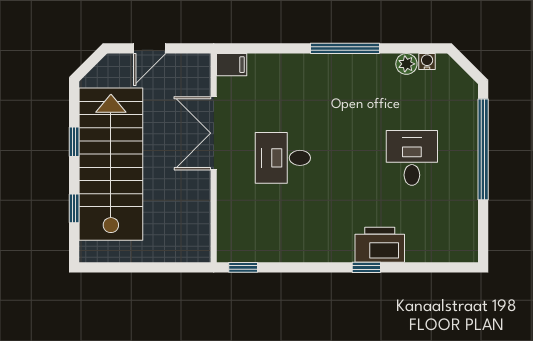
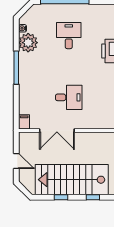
plant: (406, 64) -> (28, 43), width x1.88, depth x1.88
desk: (283, 158) -> (69, 97), turned -90
desk: (412, 158) -> (69, 36), turned 90

